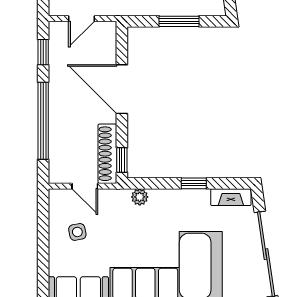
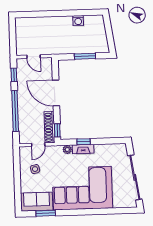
door: (81, 19) -> (33, 57), hinge flipped
window: (194, 183) -> (84, 142), moved
door: (85, 186) -> (38, 145), hinge flipped
fireplace: (231, 197) -> (83, 149), moved

